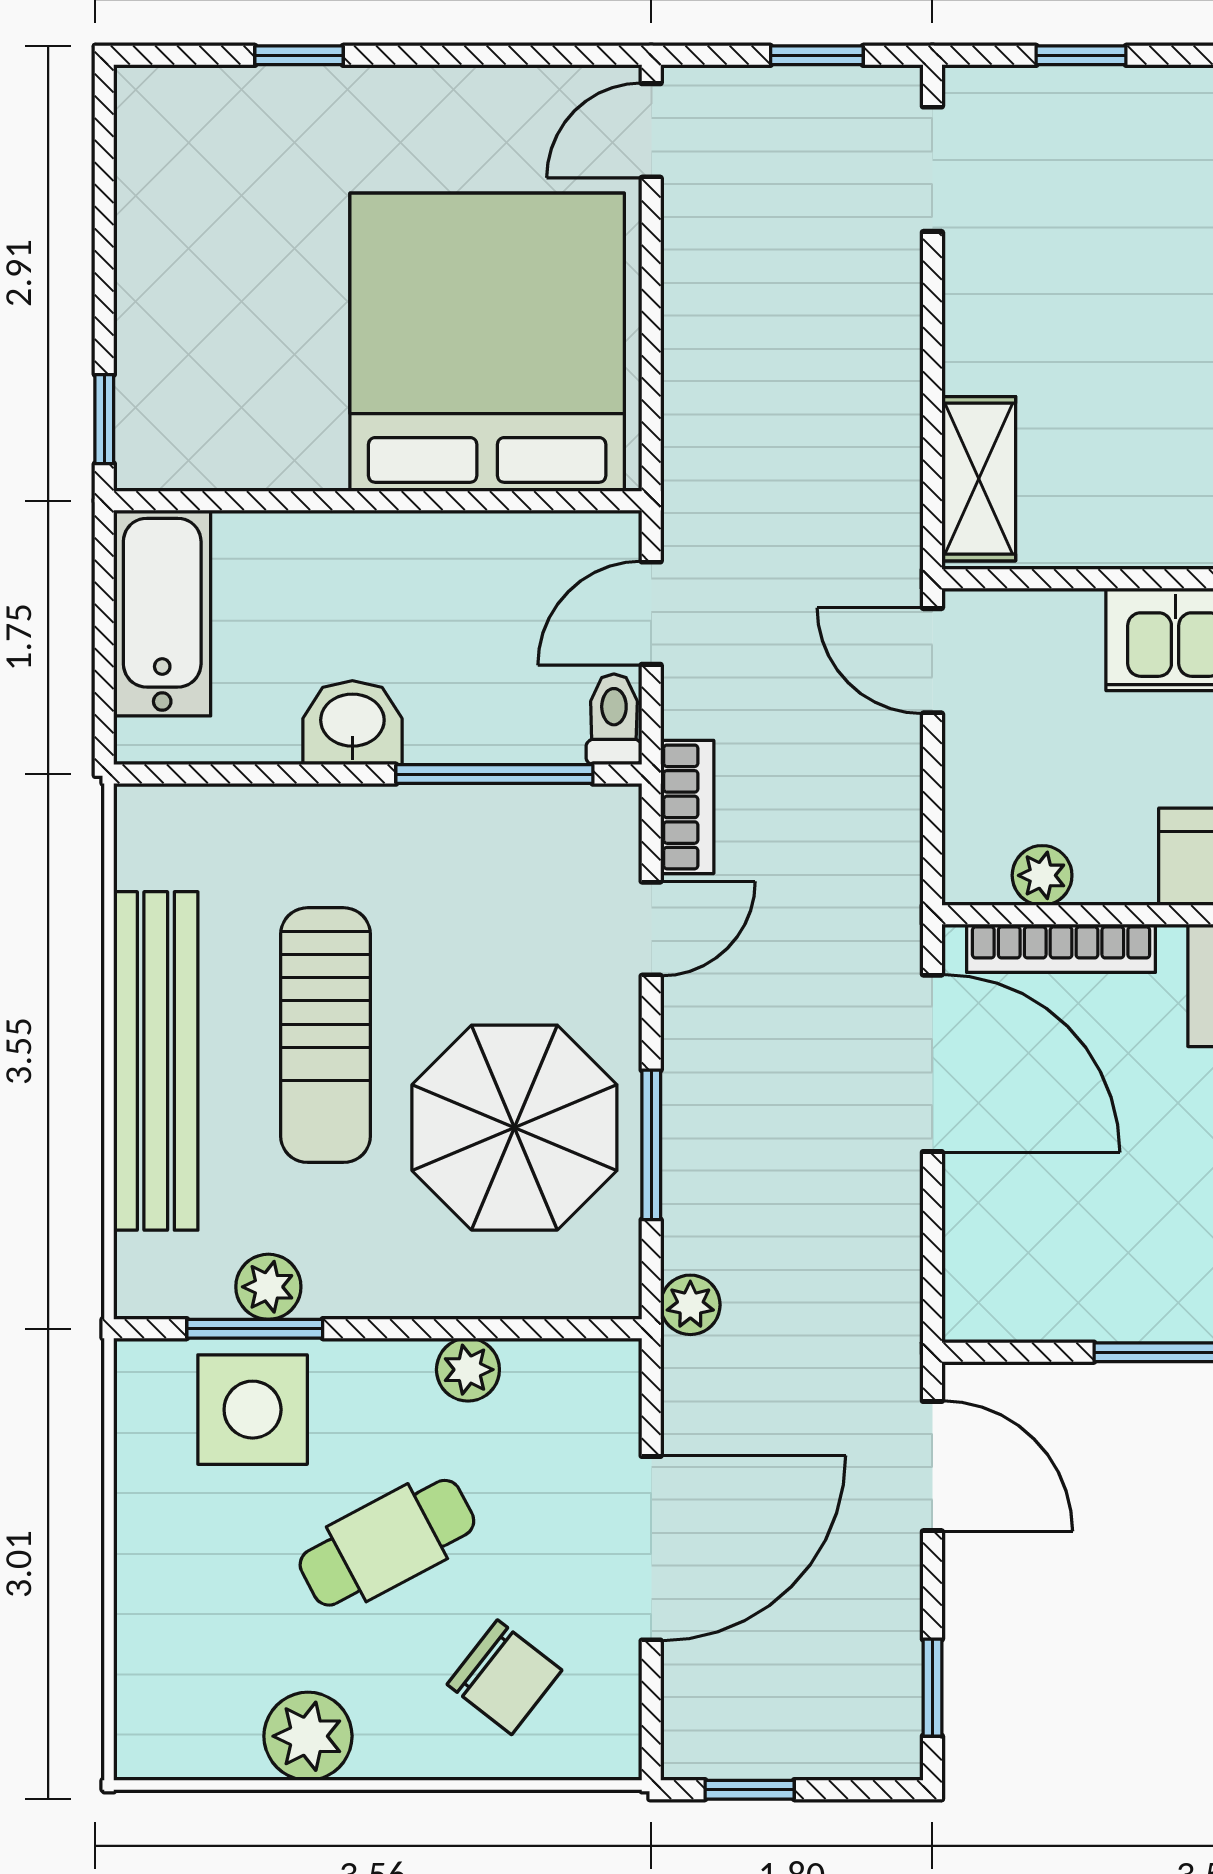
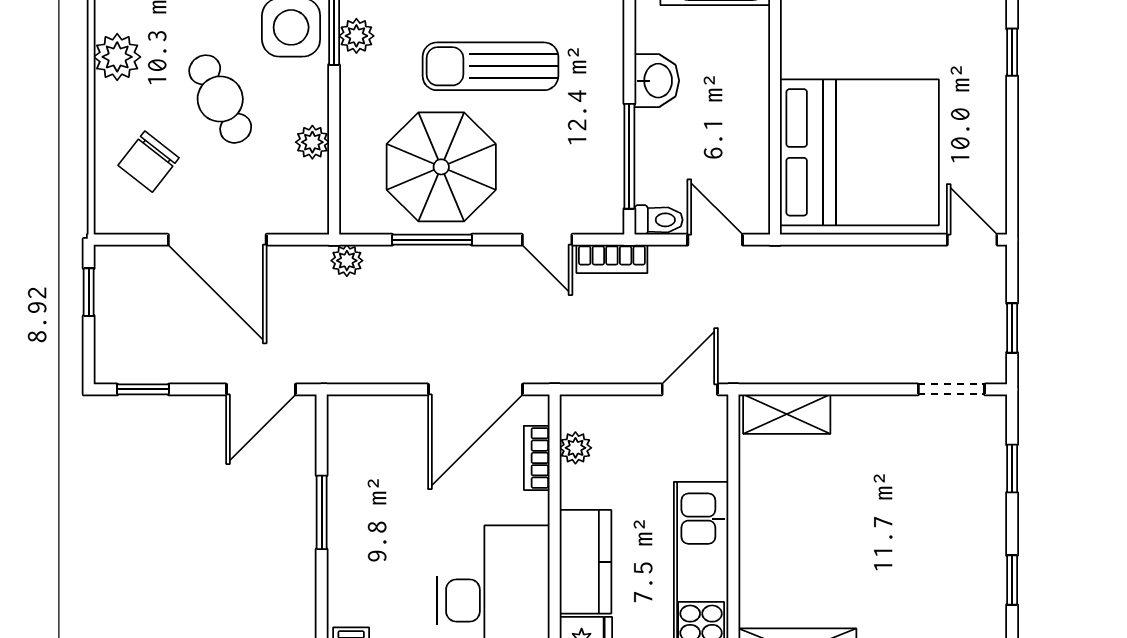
bookcase: (1061, 948) -> (537, 458), width x0.64

